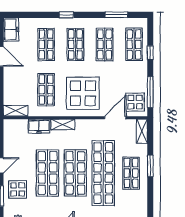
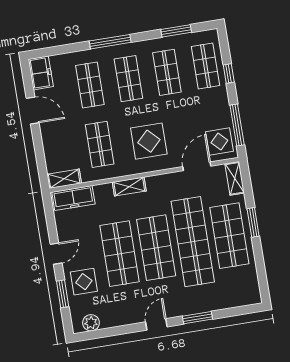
window: (66, 15) -> (110, 42), width x2.17
display table: (83, 93) -> (149, 141), width x0.73, depth x0.73
freezer: (39, 126) -> (73, 198), moved, width x1.40
shop shelf: (131, 173) -> (229, 236), width x1.43, depth x1.36

